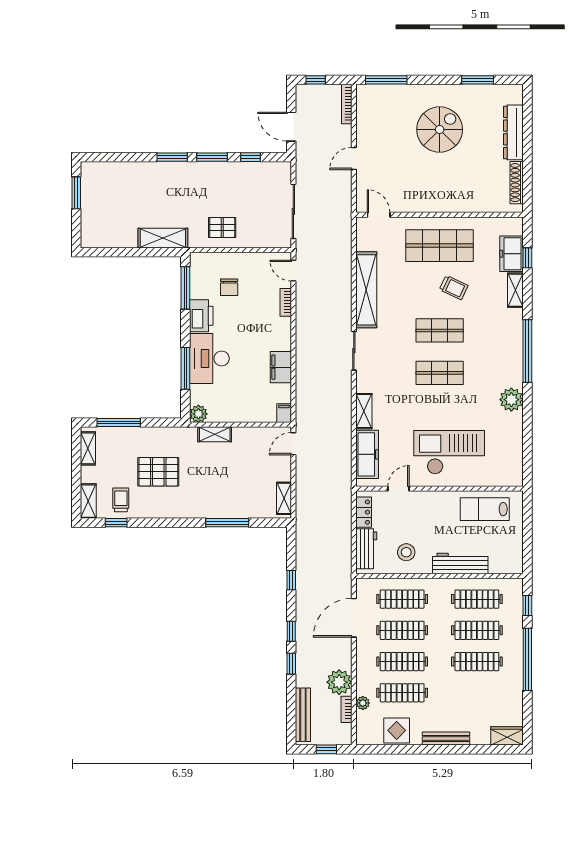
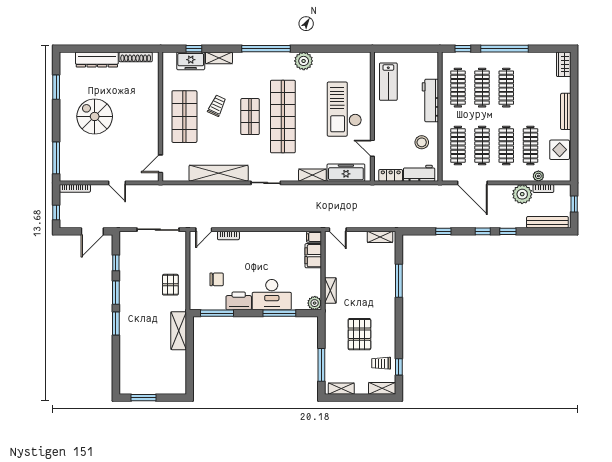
filing cabinet: (281, 367) -> (313, 256), moved, turned 90
shop shelf: (440, 373) -> (283, 117), width x2.00, depth x1.36

